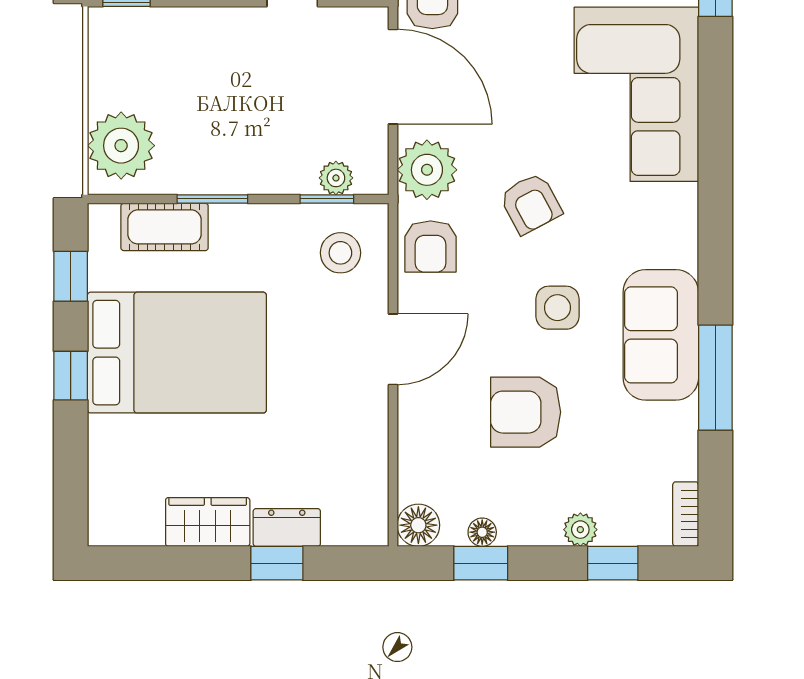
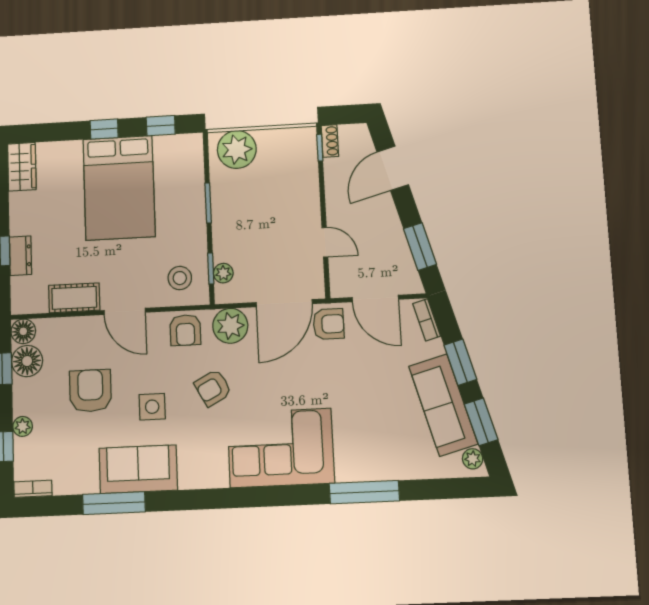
cot: (165, 227) -> (74, 298), moved, turned 90
armchair: (431, 247) -> (185, 330), turned -90
wardrobe: (208, 522) -> (22, 167), moved
floor lamp: (482, 532) -> (27, 361), width x1.89, depth x1.89

